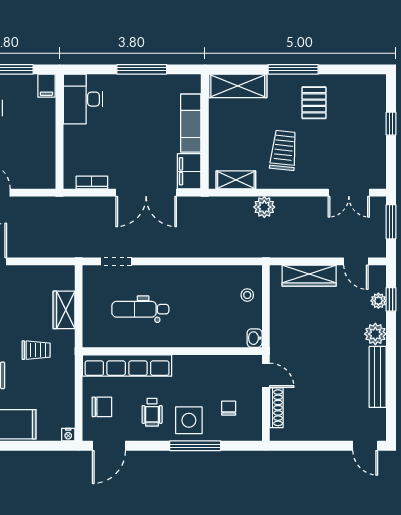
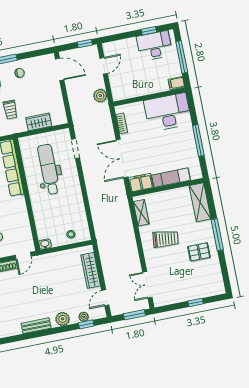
desk: (83, 99) -> (168, 112), width x1.36, depth x1.30
plant: (264, 207) -> (100, 96), moved
dental chair: (140, 309) -> (49, 169), width x1.36, depth x1.38
bench: (378, 377) -> (36, 326), width x0.73

